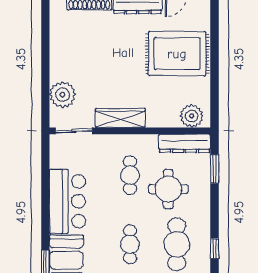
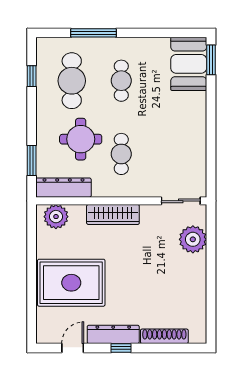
wardrobe: (120, 118) -> (113, 215), moved
bar counter: (67, 201) -> (188, 126), removed

